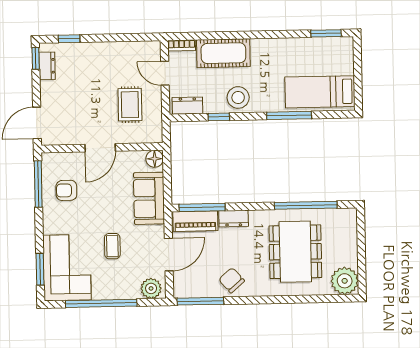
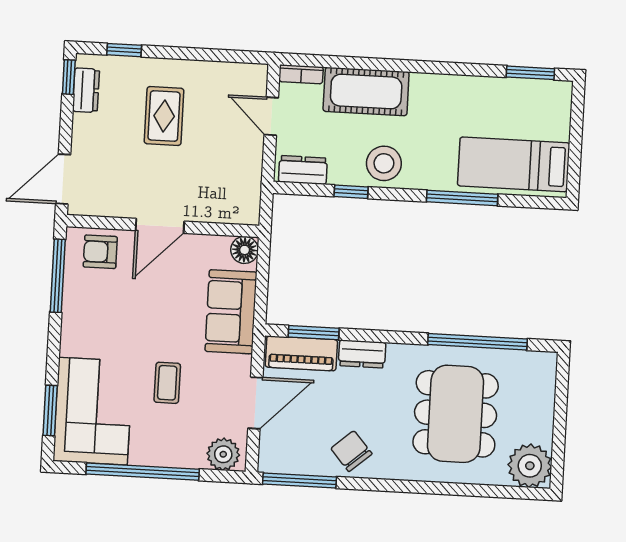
rug: (130, 105) -> (164, 116), moved
armchair: (66, 190) -> (100, 252), moved
window: (202, 207) -> (314, 333), width x0.69

